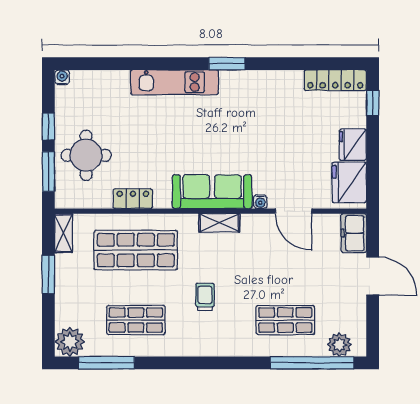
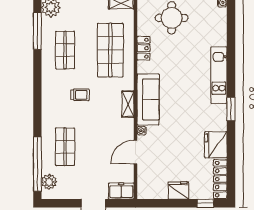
fridge: (349, 182) -> (216, 145), moved, turned -90

